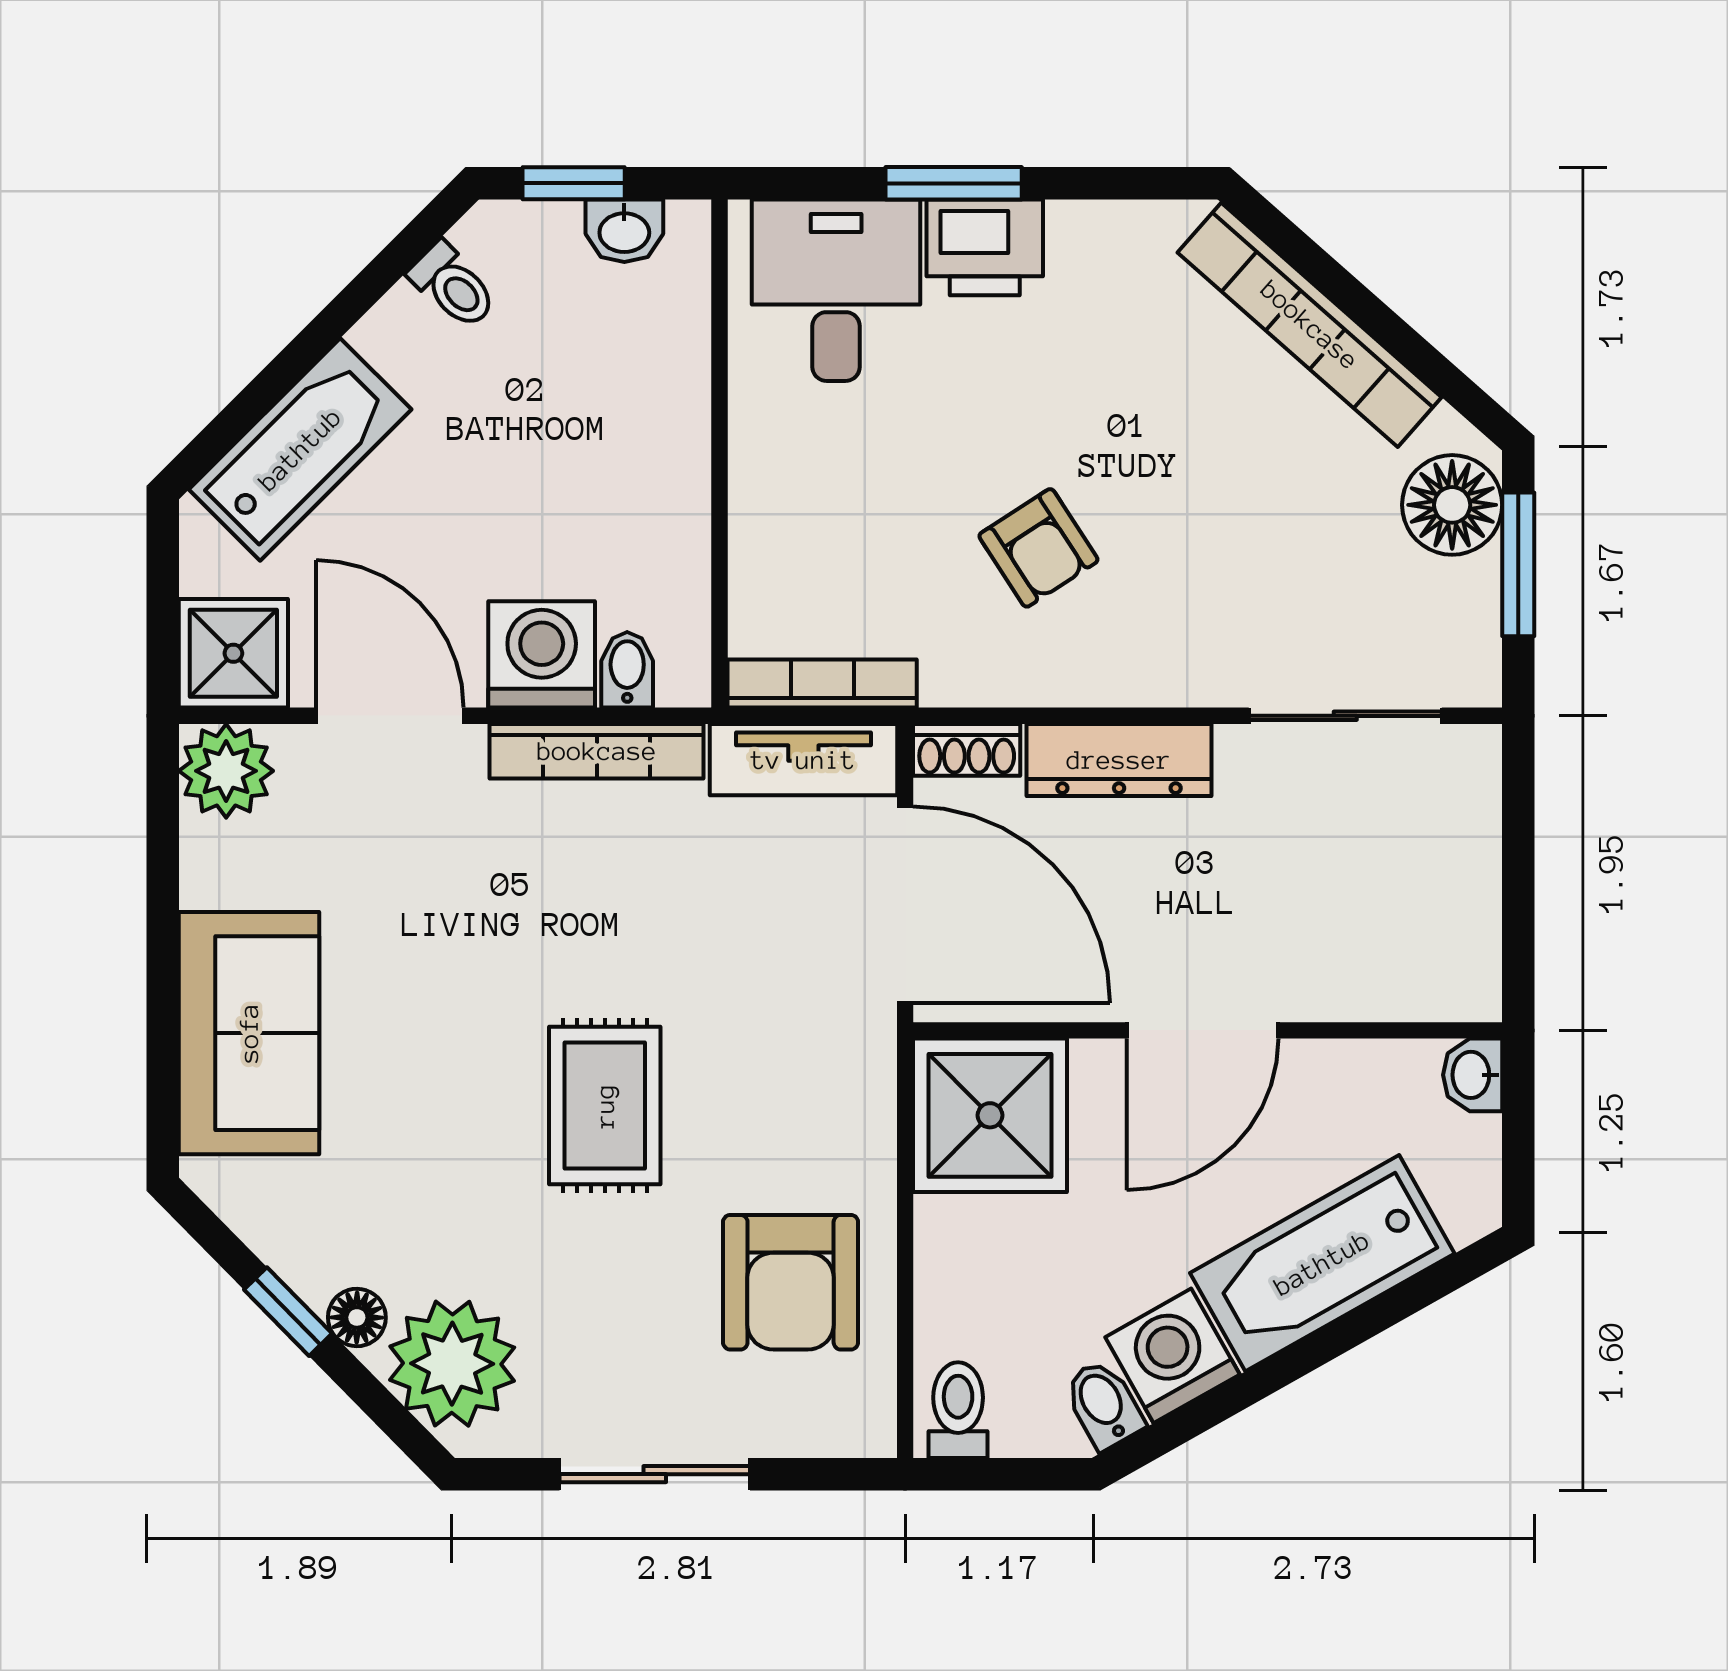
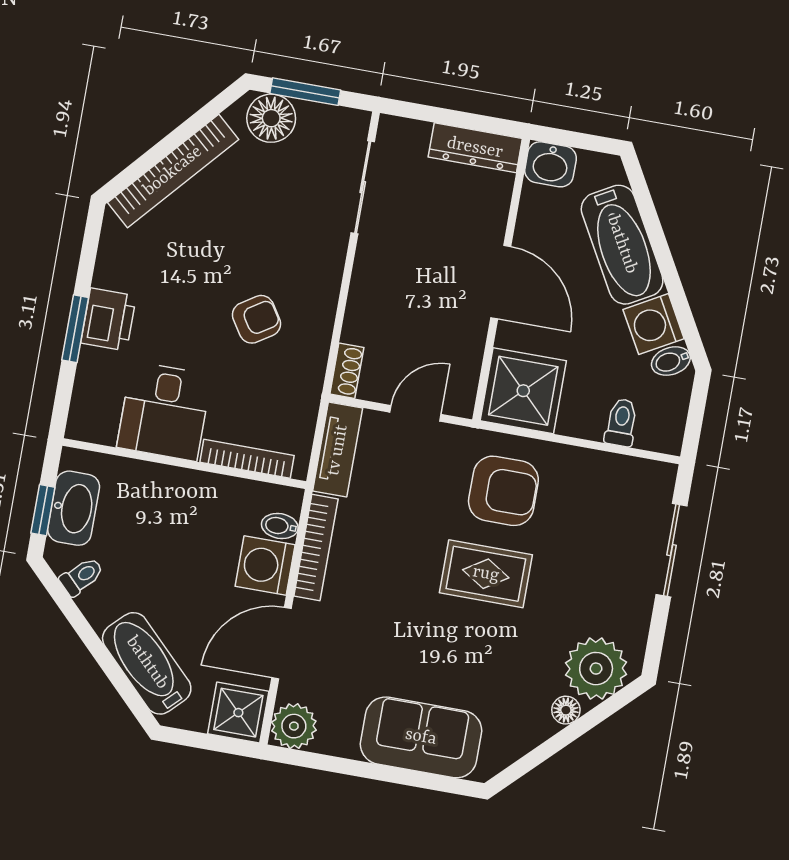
washbasin: (624, 231) -> (74, 508), width x1.91, depth x1.45
desk: (836, 290) -> (164, 411), moved, turned -90
bookcase: (822, 683) -> (247, 459), moved, turned 90
dresser: (1119, 760) -> (475, 148), moved, turned 90
door: (905, 905) -> (415, 413), width x0.53
washbasin: (1473, 1075) -> (551, 164), width x1.38, depth x1.45
armchair: (791, 1282) -> (503, 491), moved
window: (288, 1312) -> (557, 742), removed
toilet: (958, 1410) -> (621, 422), moved, turned 90
sliding door: (655, 1474) -> (672, 550), moved

